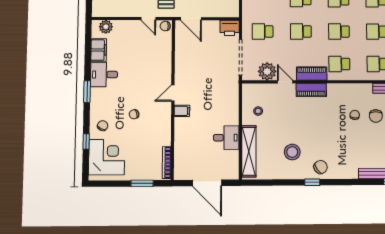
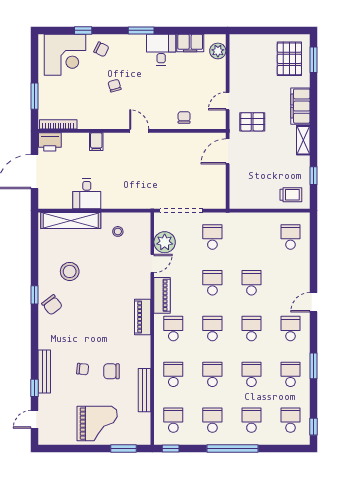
chair: (165, 26) -> (184, 117), moved
printer: (230, 28) -> (50, 142), moved, turned -90
piano: (311, 90) -> (143, 317), moved
filing cabinet: (182, 111) -> (96, 142), moved
chair: (355, 115) -> (83, 369), moved

